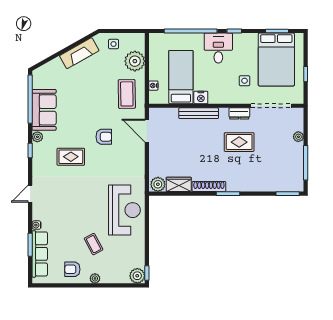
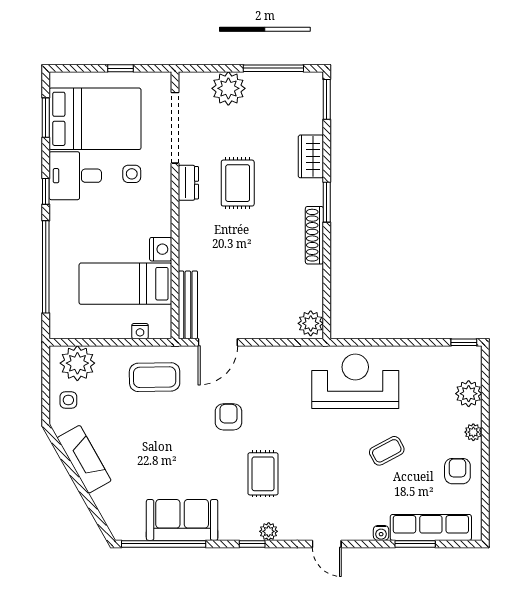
desk: (218, 48) -> (75, 176), moved
plant: (135, 61) -> (77, 363), moved
bench: (199, 113) -> (188, 305), moved
plant: (37, 137) -> (269, 531), moved
plant: (298, 137) -> (228, 88), width x1.88, depth x1.88
wardrobe: (179, 184) -> (311, 156), moved
coffee table: (94, 244) -> (387, 451), moved
armchair: (72, 269) -> (457, 471), turned 180
plant: (137, 276) -> (469, 394), moved

